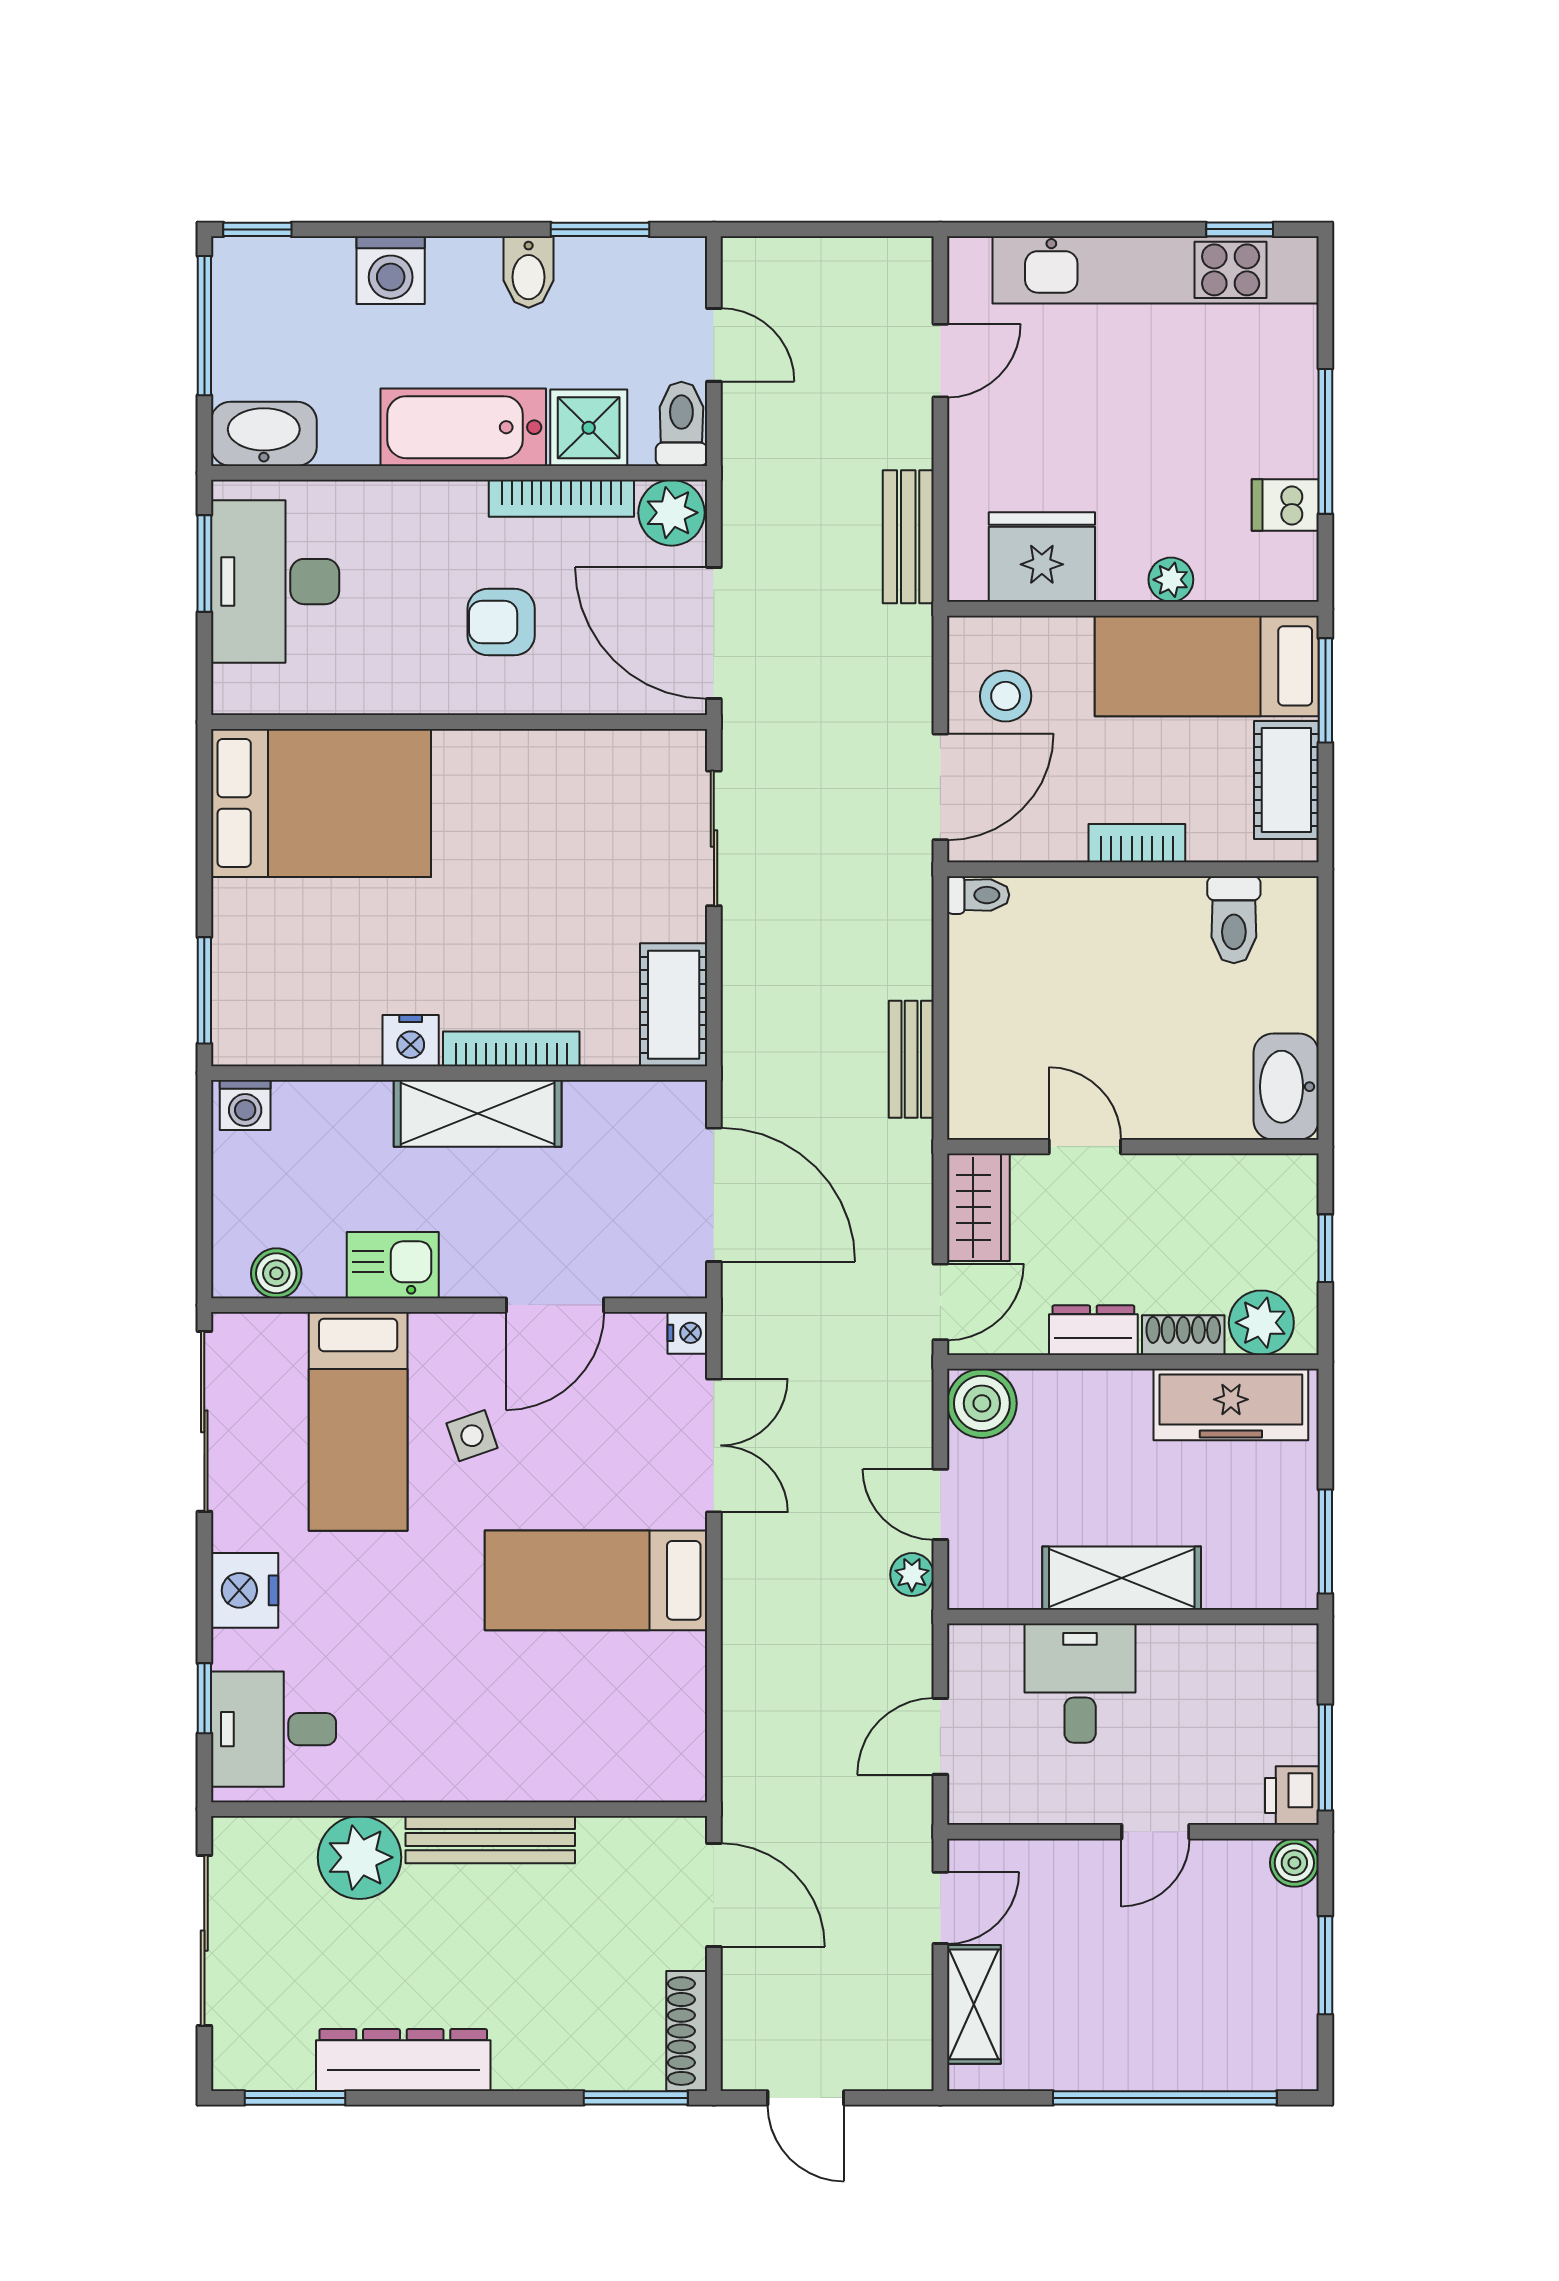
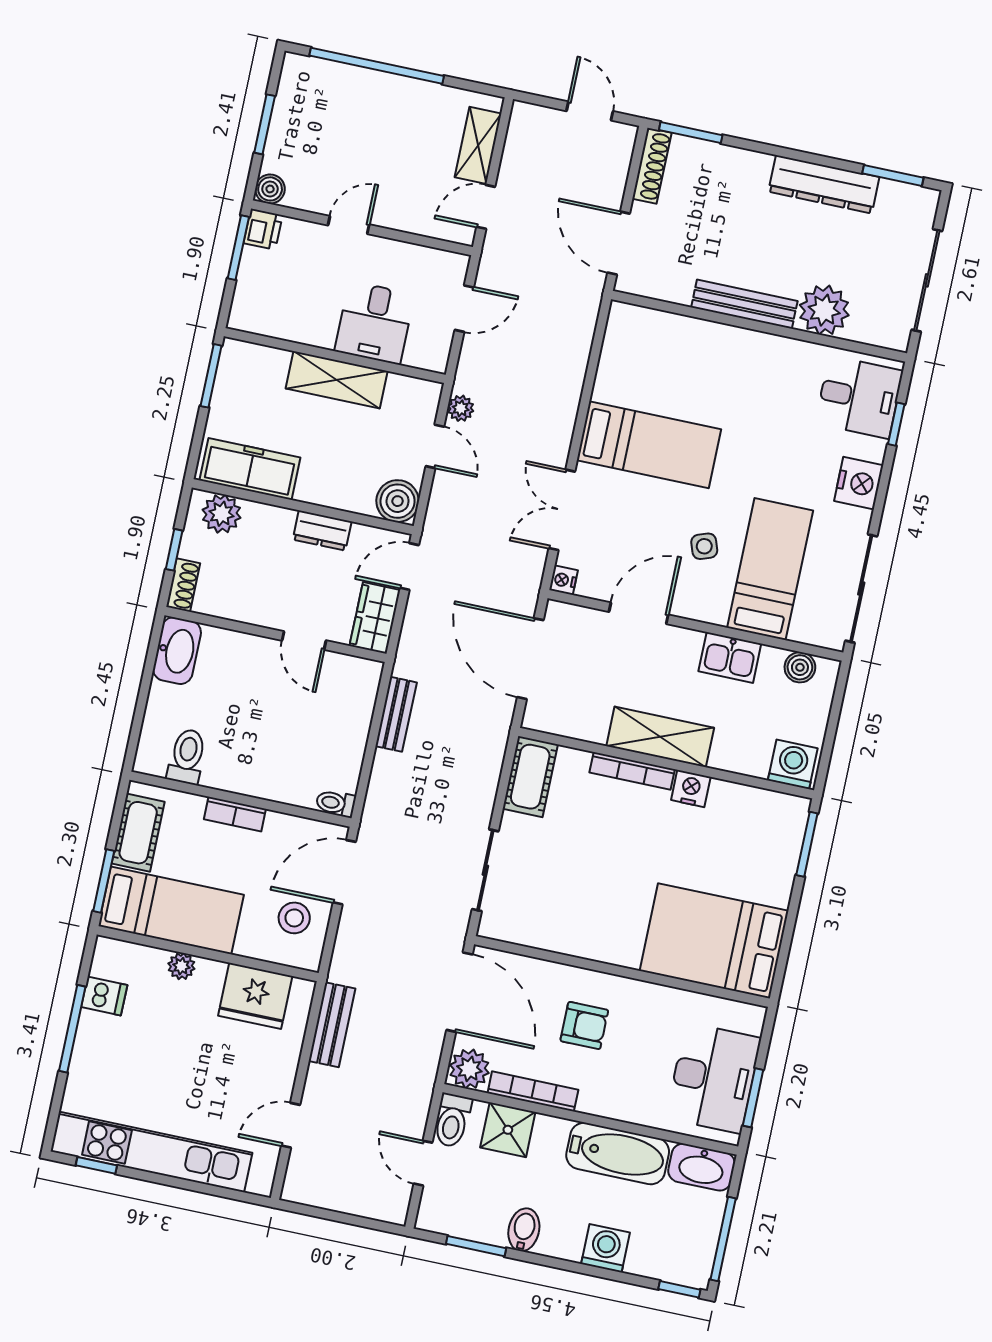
bathtub: (463, 427) -> (618, 1153), moved
washing machine: (245, 1105) -> (793, 764), width x1.38, depth x1.38
shoe rack: (1183, 1335) -> (183, 585), moved, turned -90

